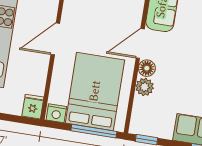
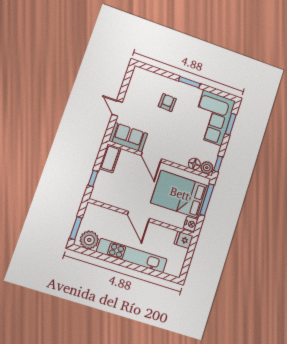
floor lamp: (147, 68) -> (194, 164), moved
plant: (145, 87) -> (207, 168), moved

